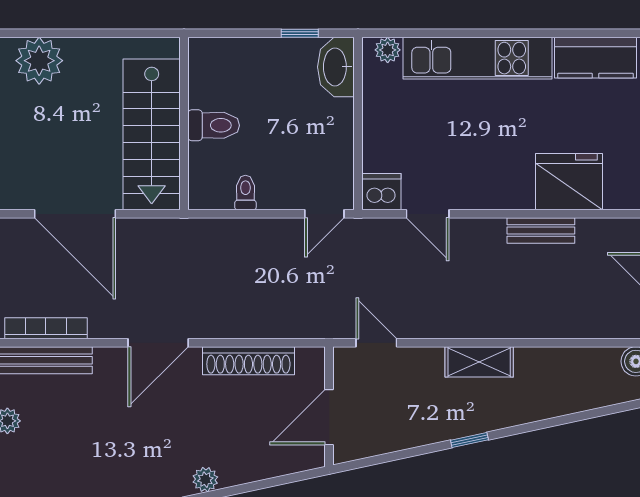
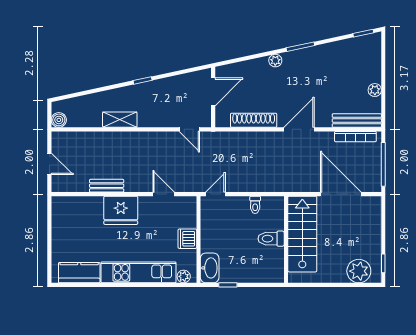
fridge: (569, 182) -> (121, 210), moved
dishwasher: (381, 192) -> (187, 239), moved, turned 90
shelving: (479, 362) -> (120, 120), moved

